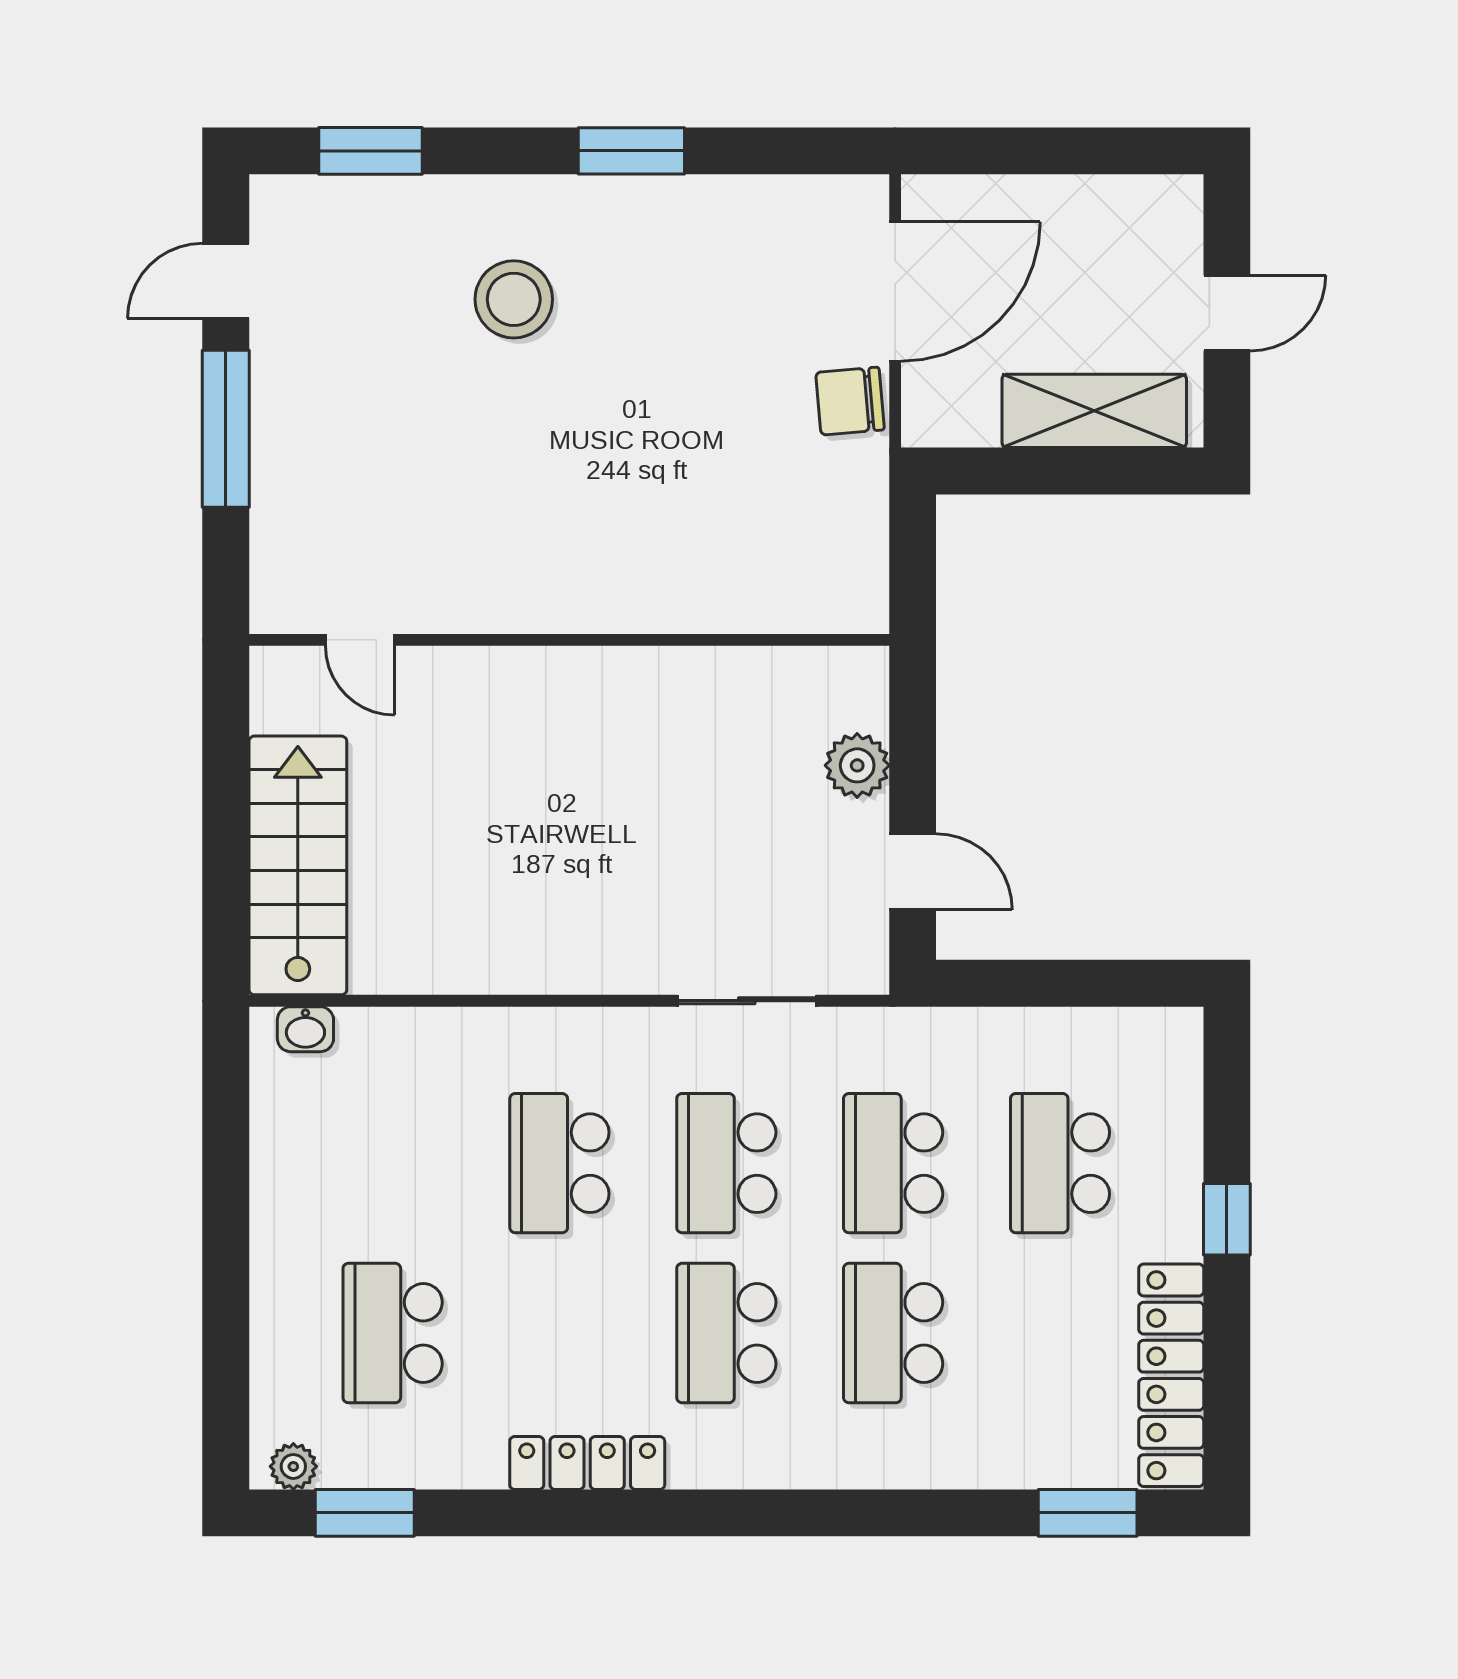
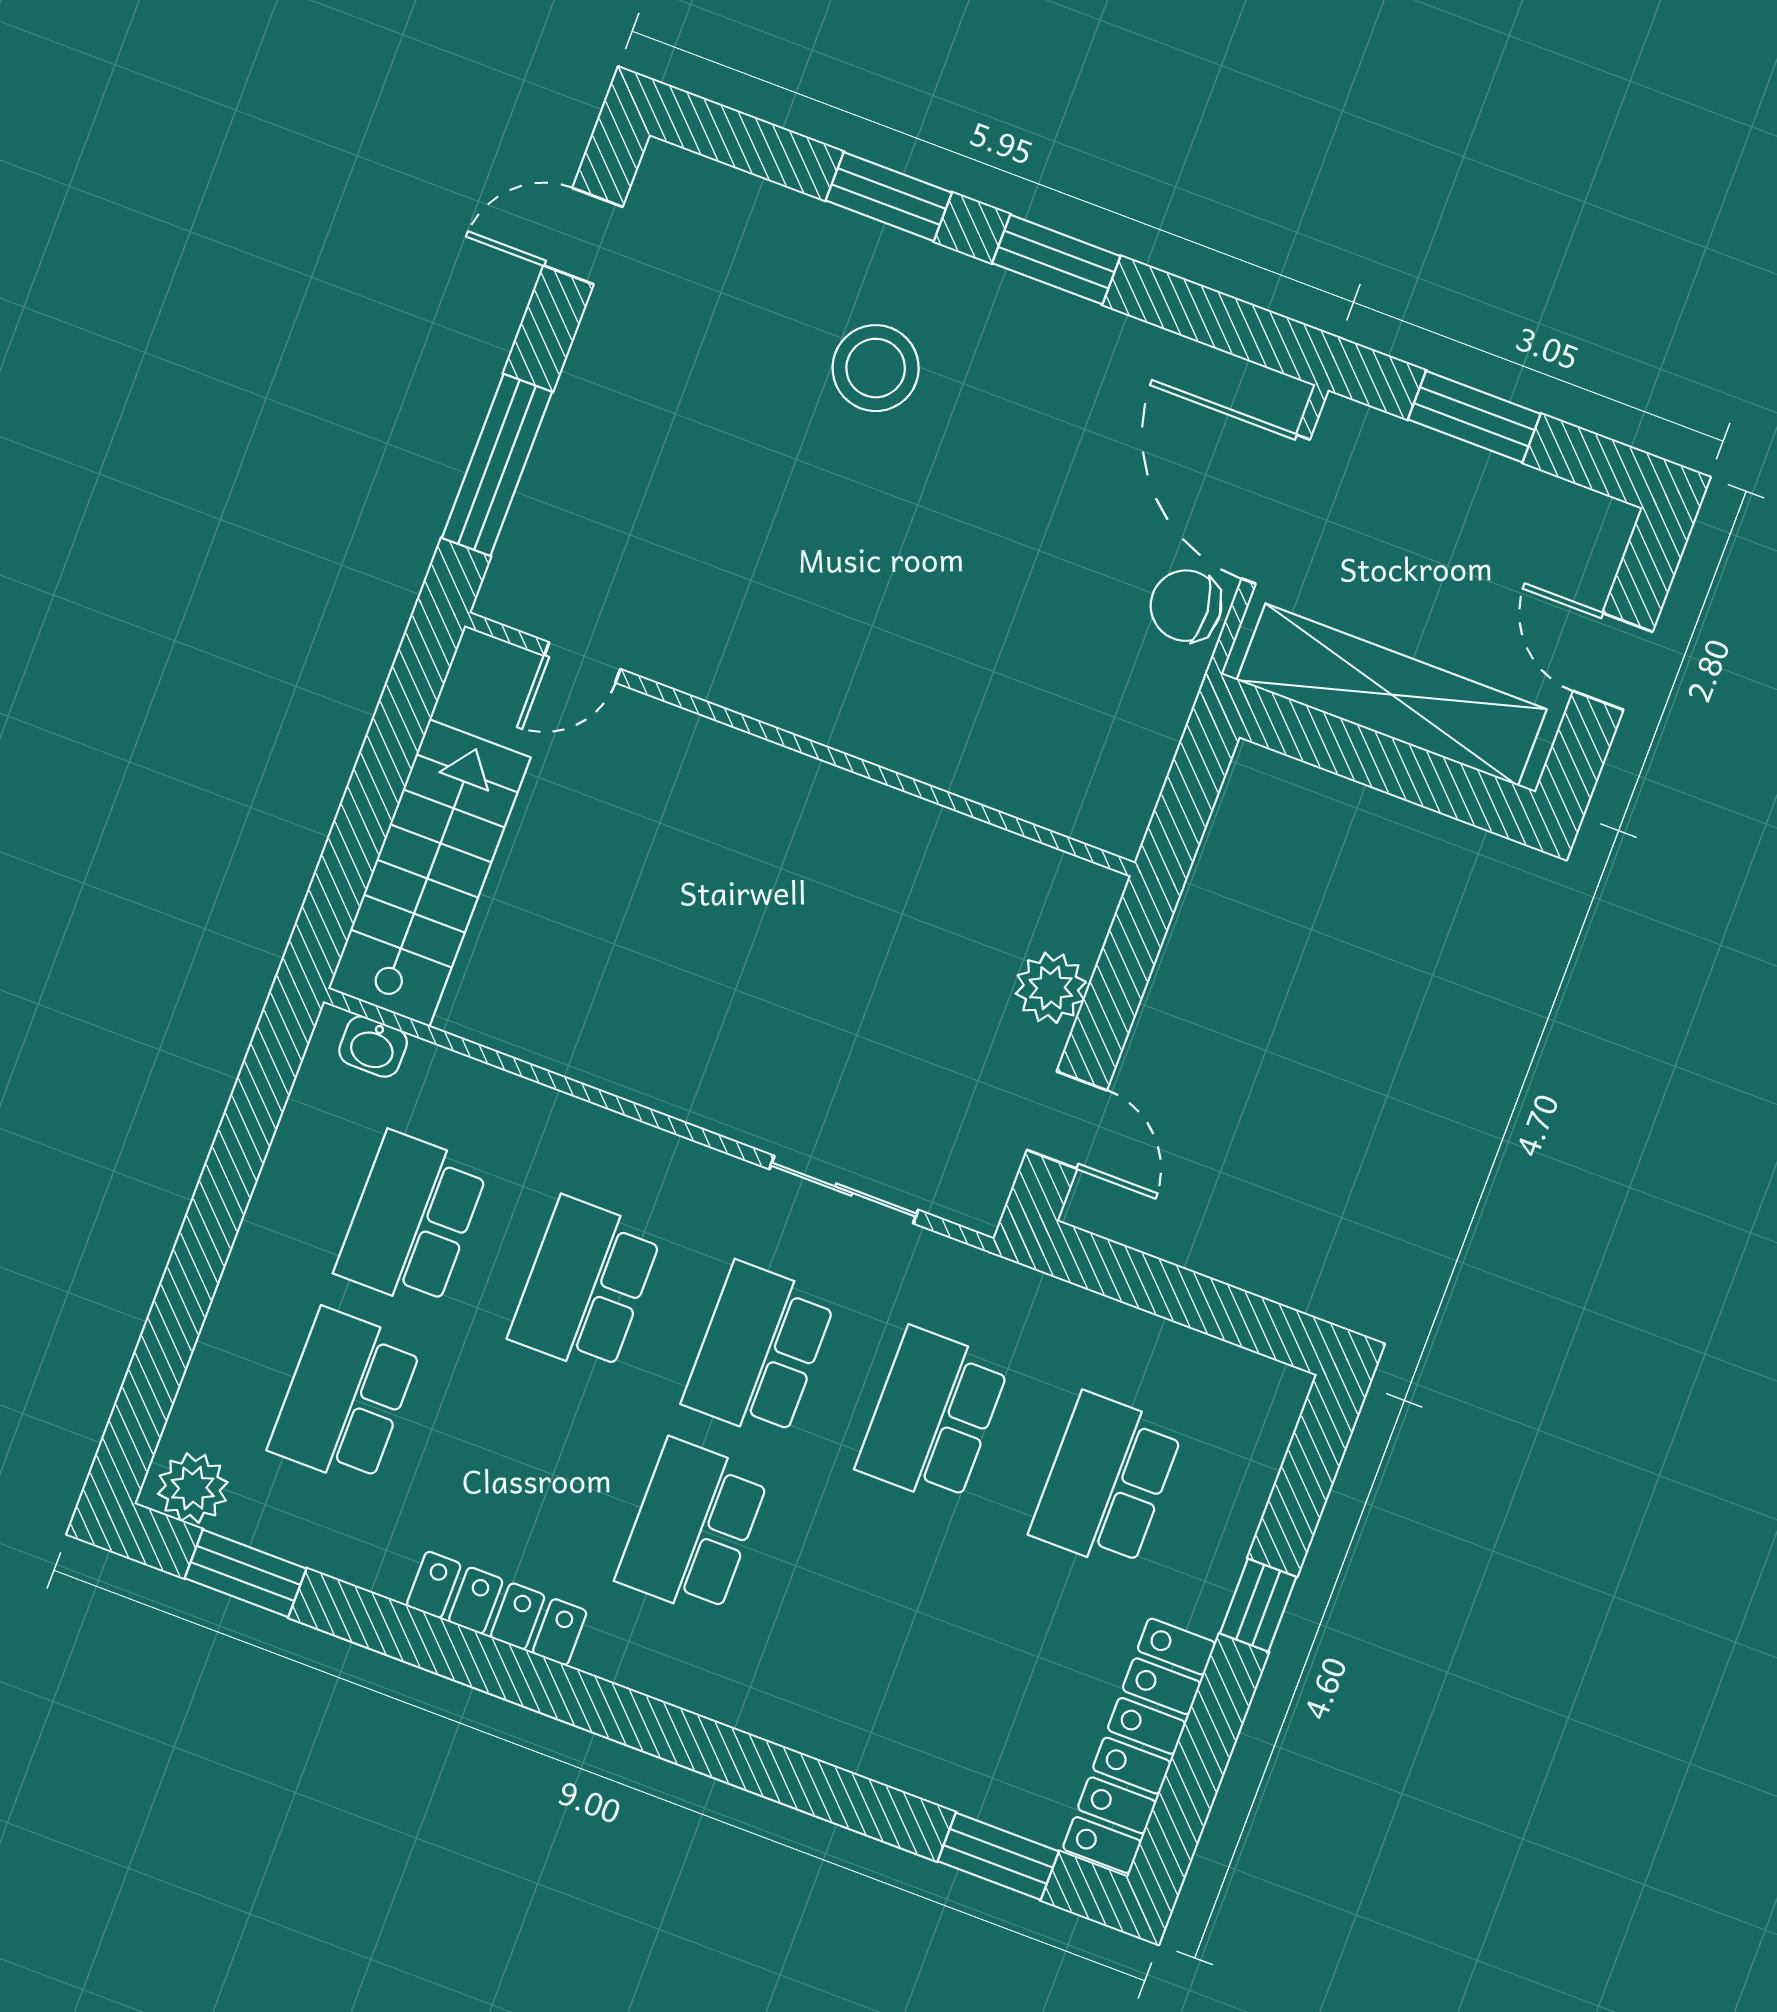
window: (371, 151) -> (889, 197), moved
window: (1033, 151) -> (1474, 417), added
door: (895, 291) -> (1276, 509), swing flipped
door: (1227, 313) -> (1613, 661), swing flipped
shelving: (1094, 411) -> (1392, 695), width x1.47
window: (226, 429) -> (497, 465), moved
door: (360, 640) -> (582, 662), hinge flipped
school desk: (893, 1333) -> (411, 1220), moved
plant: (293, 1466) -> (193, 1488), width x1.38, depth x1.38

